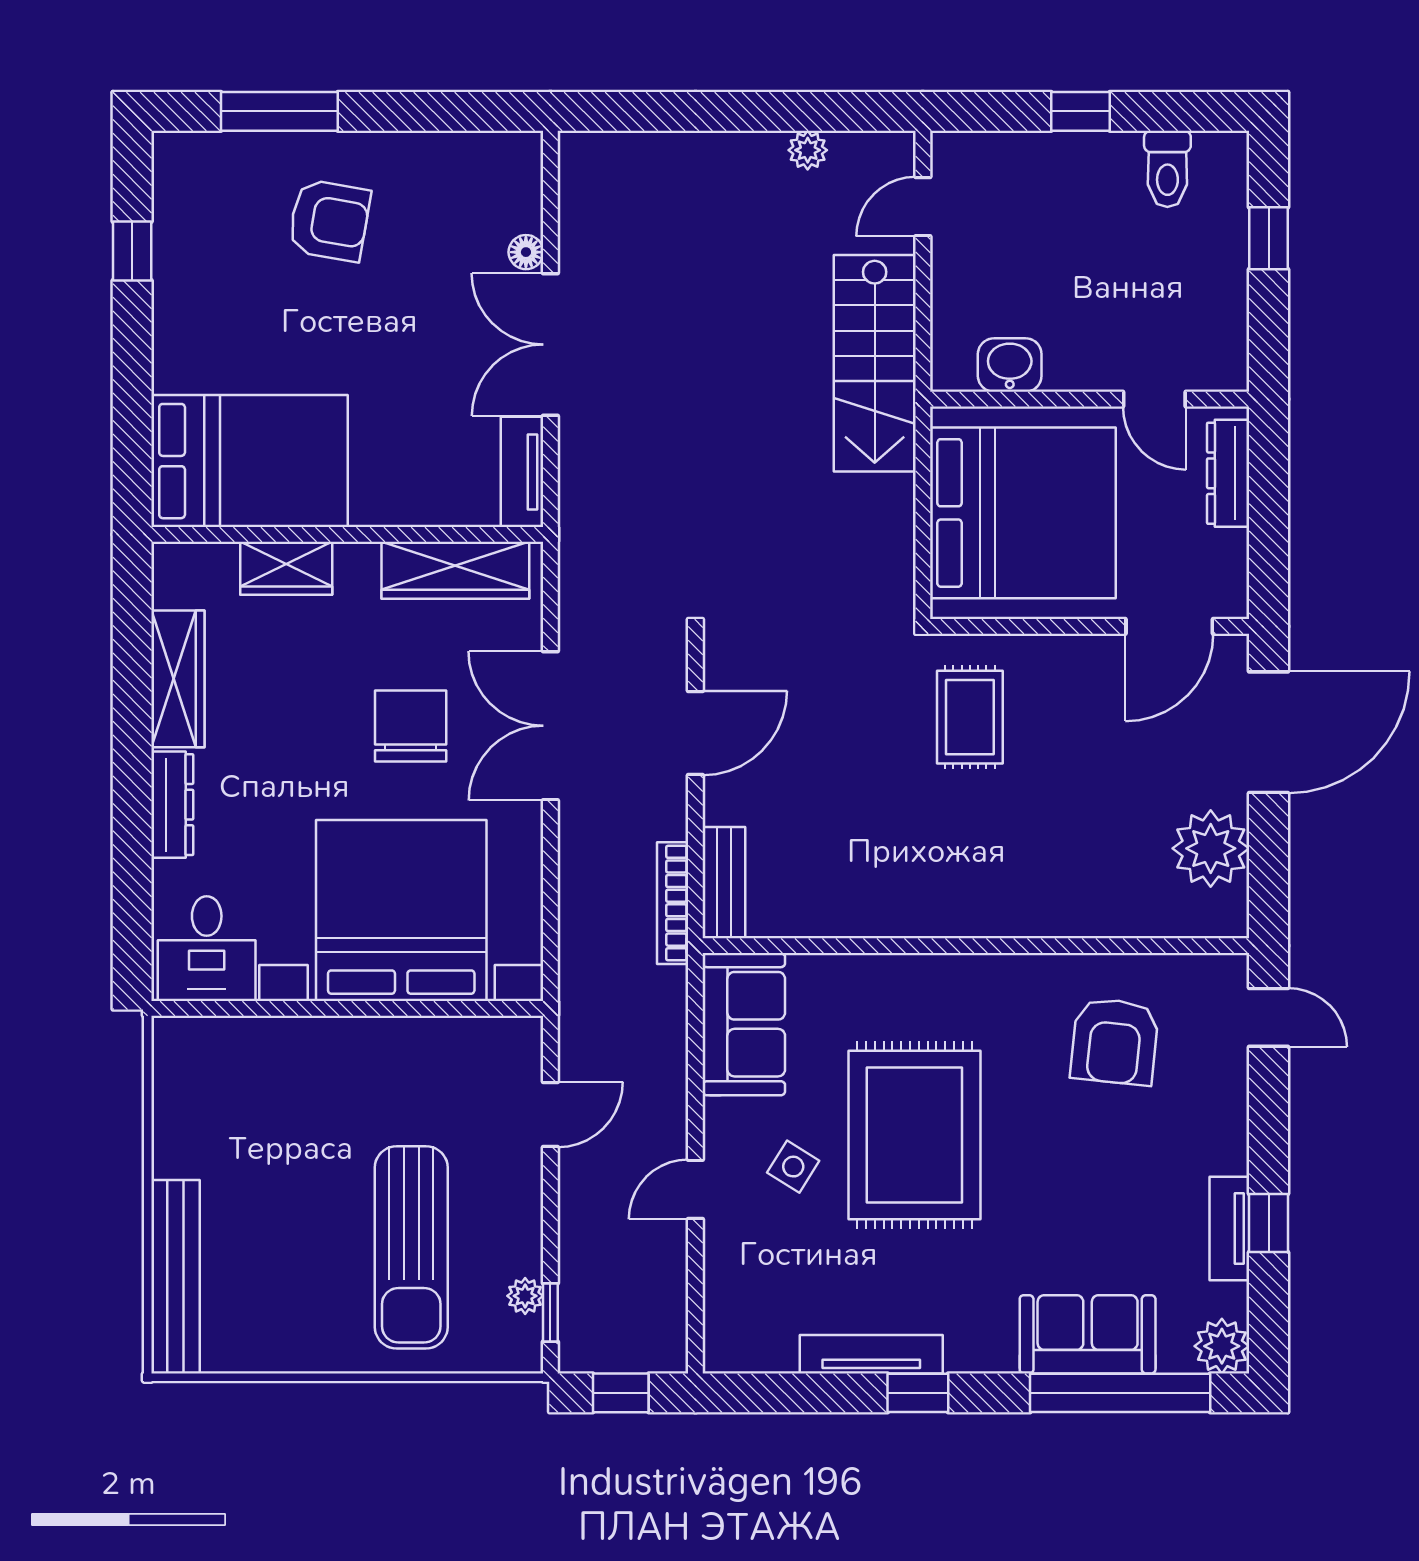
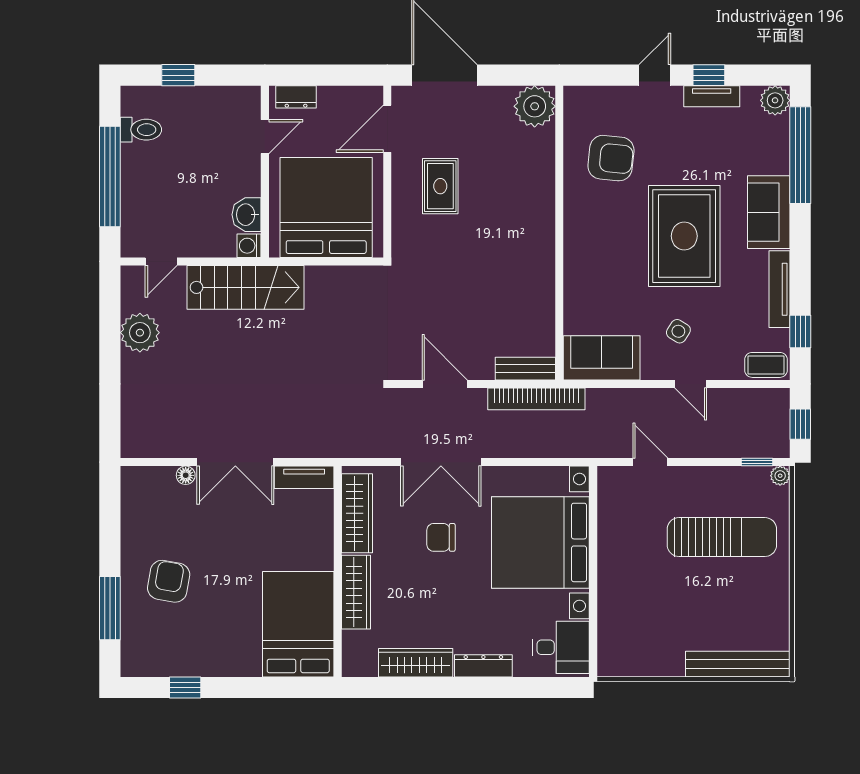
window: (1081, 111) -> (110, 176), width x3.17
plant: (808, 150) -> (140, 333), width x1.87, depth x1.87
door: (923, 207) -> (161, 261), hinge flipped
washing machine: (952, 370) -> (249, 246), added
dresser: (1228, 473) -> (296, 97), width x0.70
wardrobe: (286, 568) -> (356, 592), width x1.50
door: (1169, 626) -> (387, 129), swing flipped
rug: (970, 717) -> (440, 186), moved, turned 90
chair: (411, 726) -> (441, 537), width x0.73, depth x0.73
plant: (1211, 848) -> (535, 106), moved
bookcase: (673, 903) -> (536, 399), width x1.48, depth x1.31
door: (1269, 1017) -> (655, 75), moved
rug: (914, 1135) -> (684, 236), moved, turned 90
plant: (525, 1296) -> (780, 476), moved
coffee table: (731, 1329) -> (766, 365), added
sofa: (1088, 1334) -> (769, 212), moved
window: (918, 1393) -> (800, 332), moved

